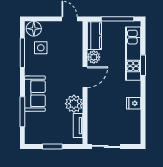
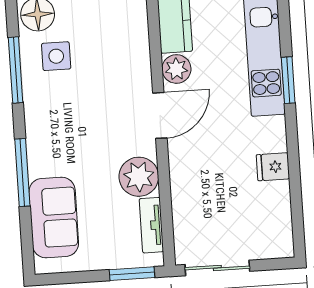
sofa: (35, 94) -> (54, 217), moved
window: (22, 112) -> (22, 173), moved
window: (52, 146) -> (132, 274), moved

